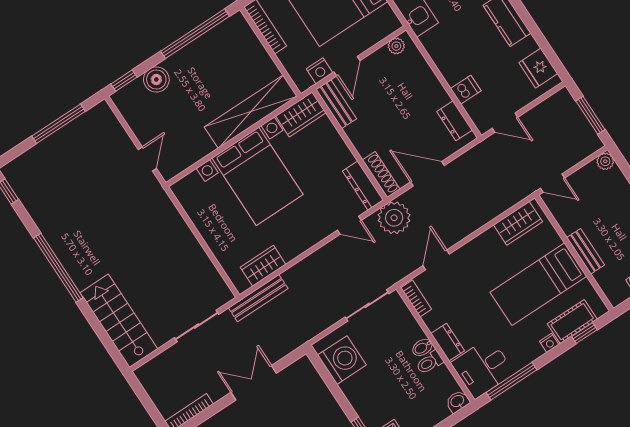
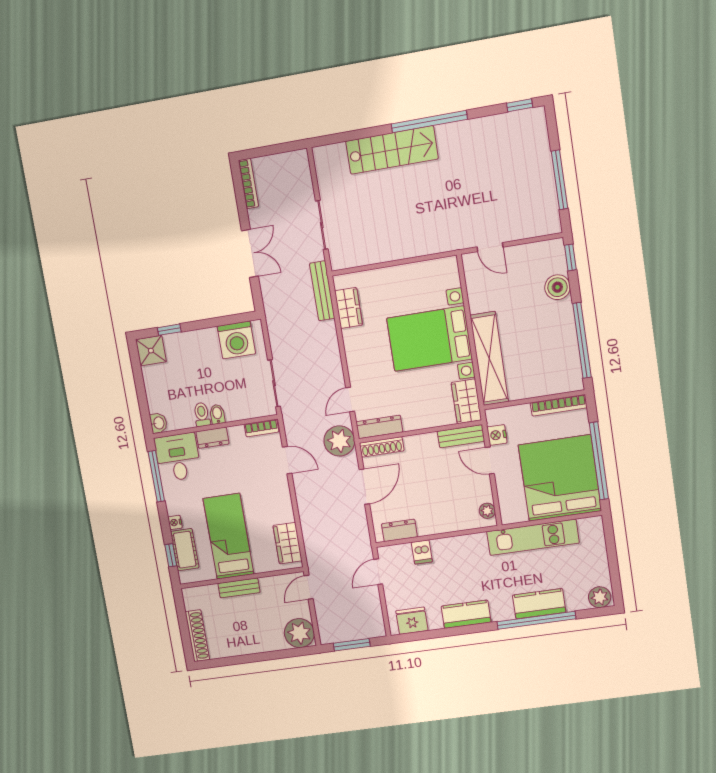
plant: (605, 161) -> (299, 633), width x1.88, depth x1.88
stairs: (119, 321) -> (392, 150), moved

